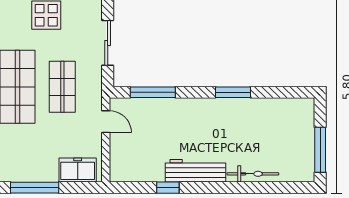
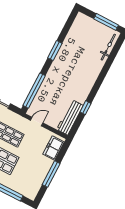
window: (153, 92) -> (34, 91), width x1.46
workbench: (195, 171) -> (70, 117), moved
bicycle: (253, 174) -> (108, 47), moved

